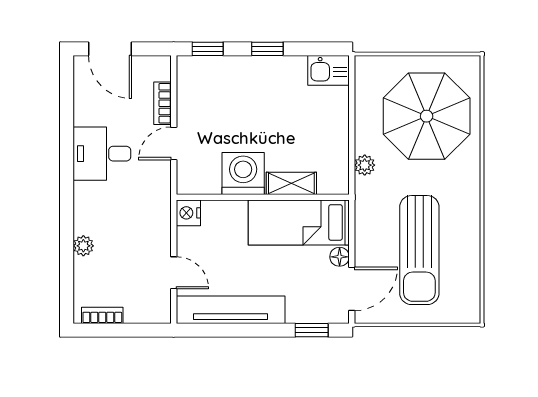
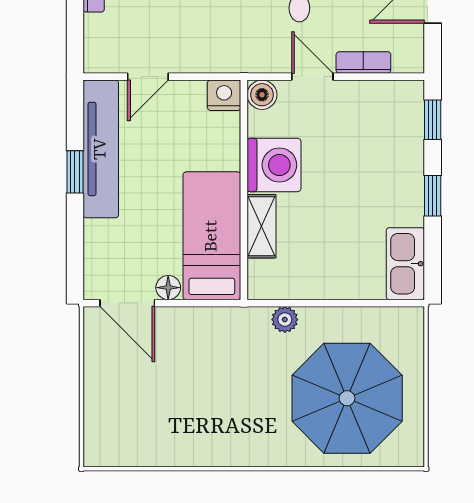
kitchen sink: (328, 70) -> (405, 264), width x1.38
boiler: (188, 183) -> (262, 95), added
sun lounger: (419, 250) -> (177, 389), removed
window: (312, 330) -> (75, 172), moved

